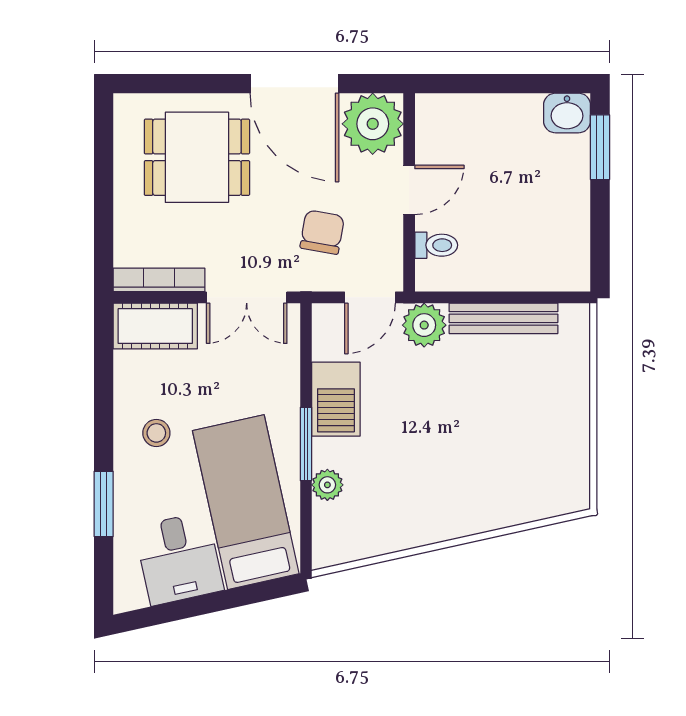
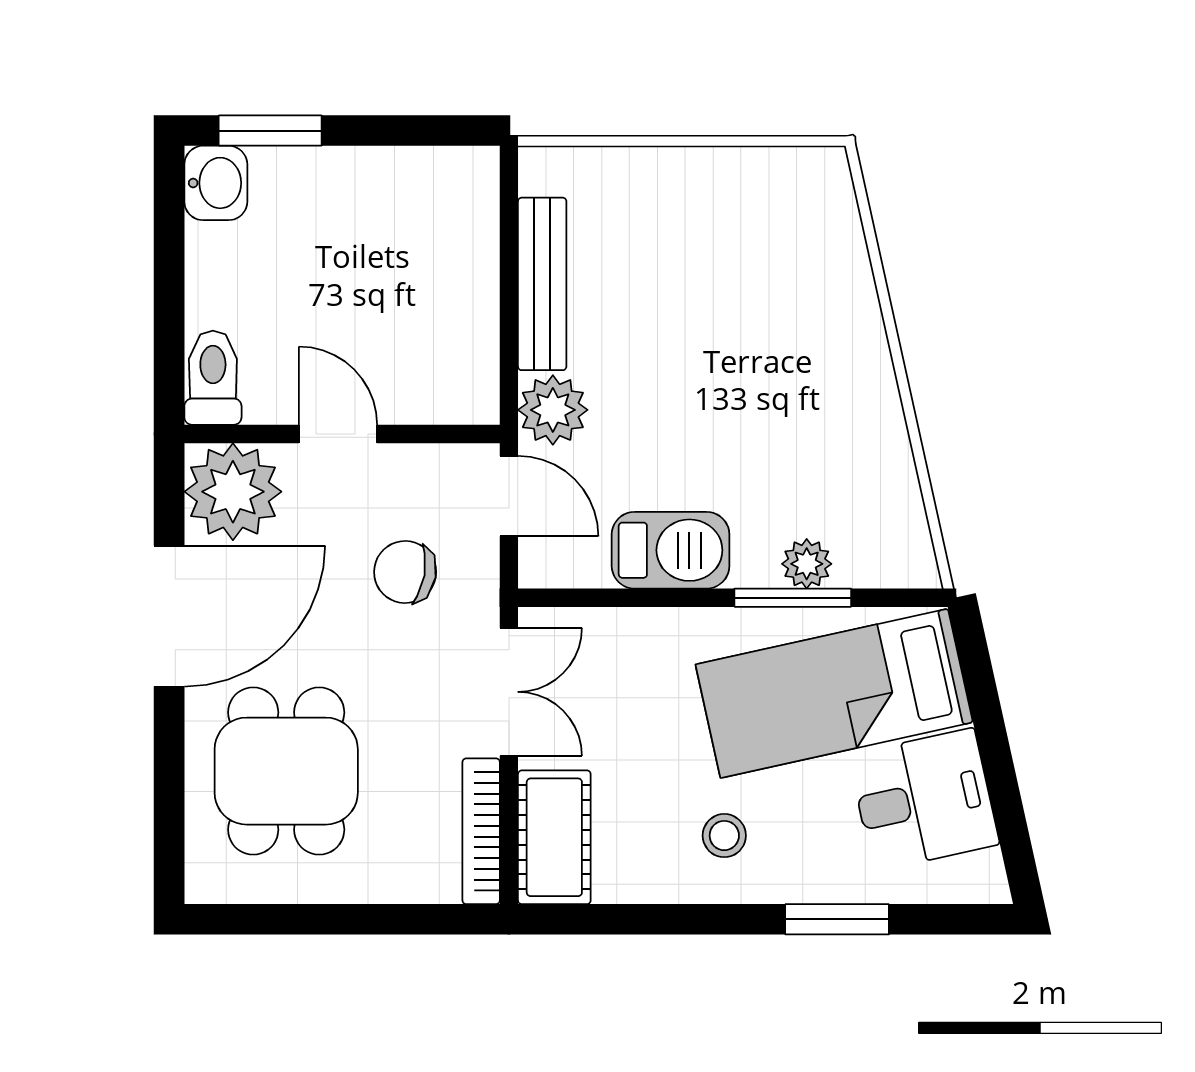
toilet: (436, 245) -> (213, 378), moved, width x1.37, depth x1.39
window: (306, 444) -> (793, 598), moved

